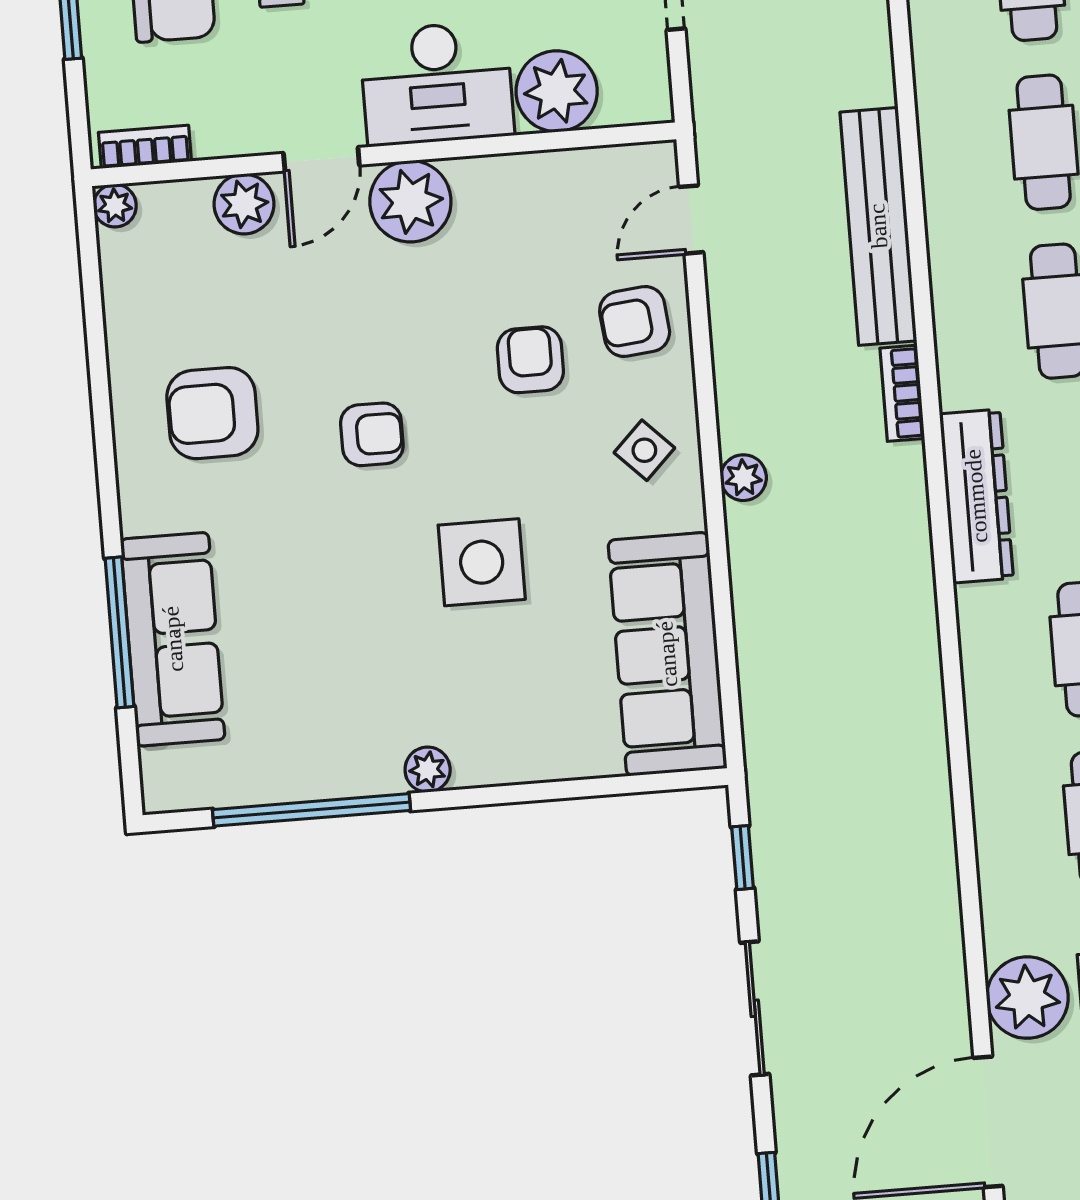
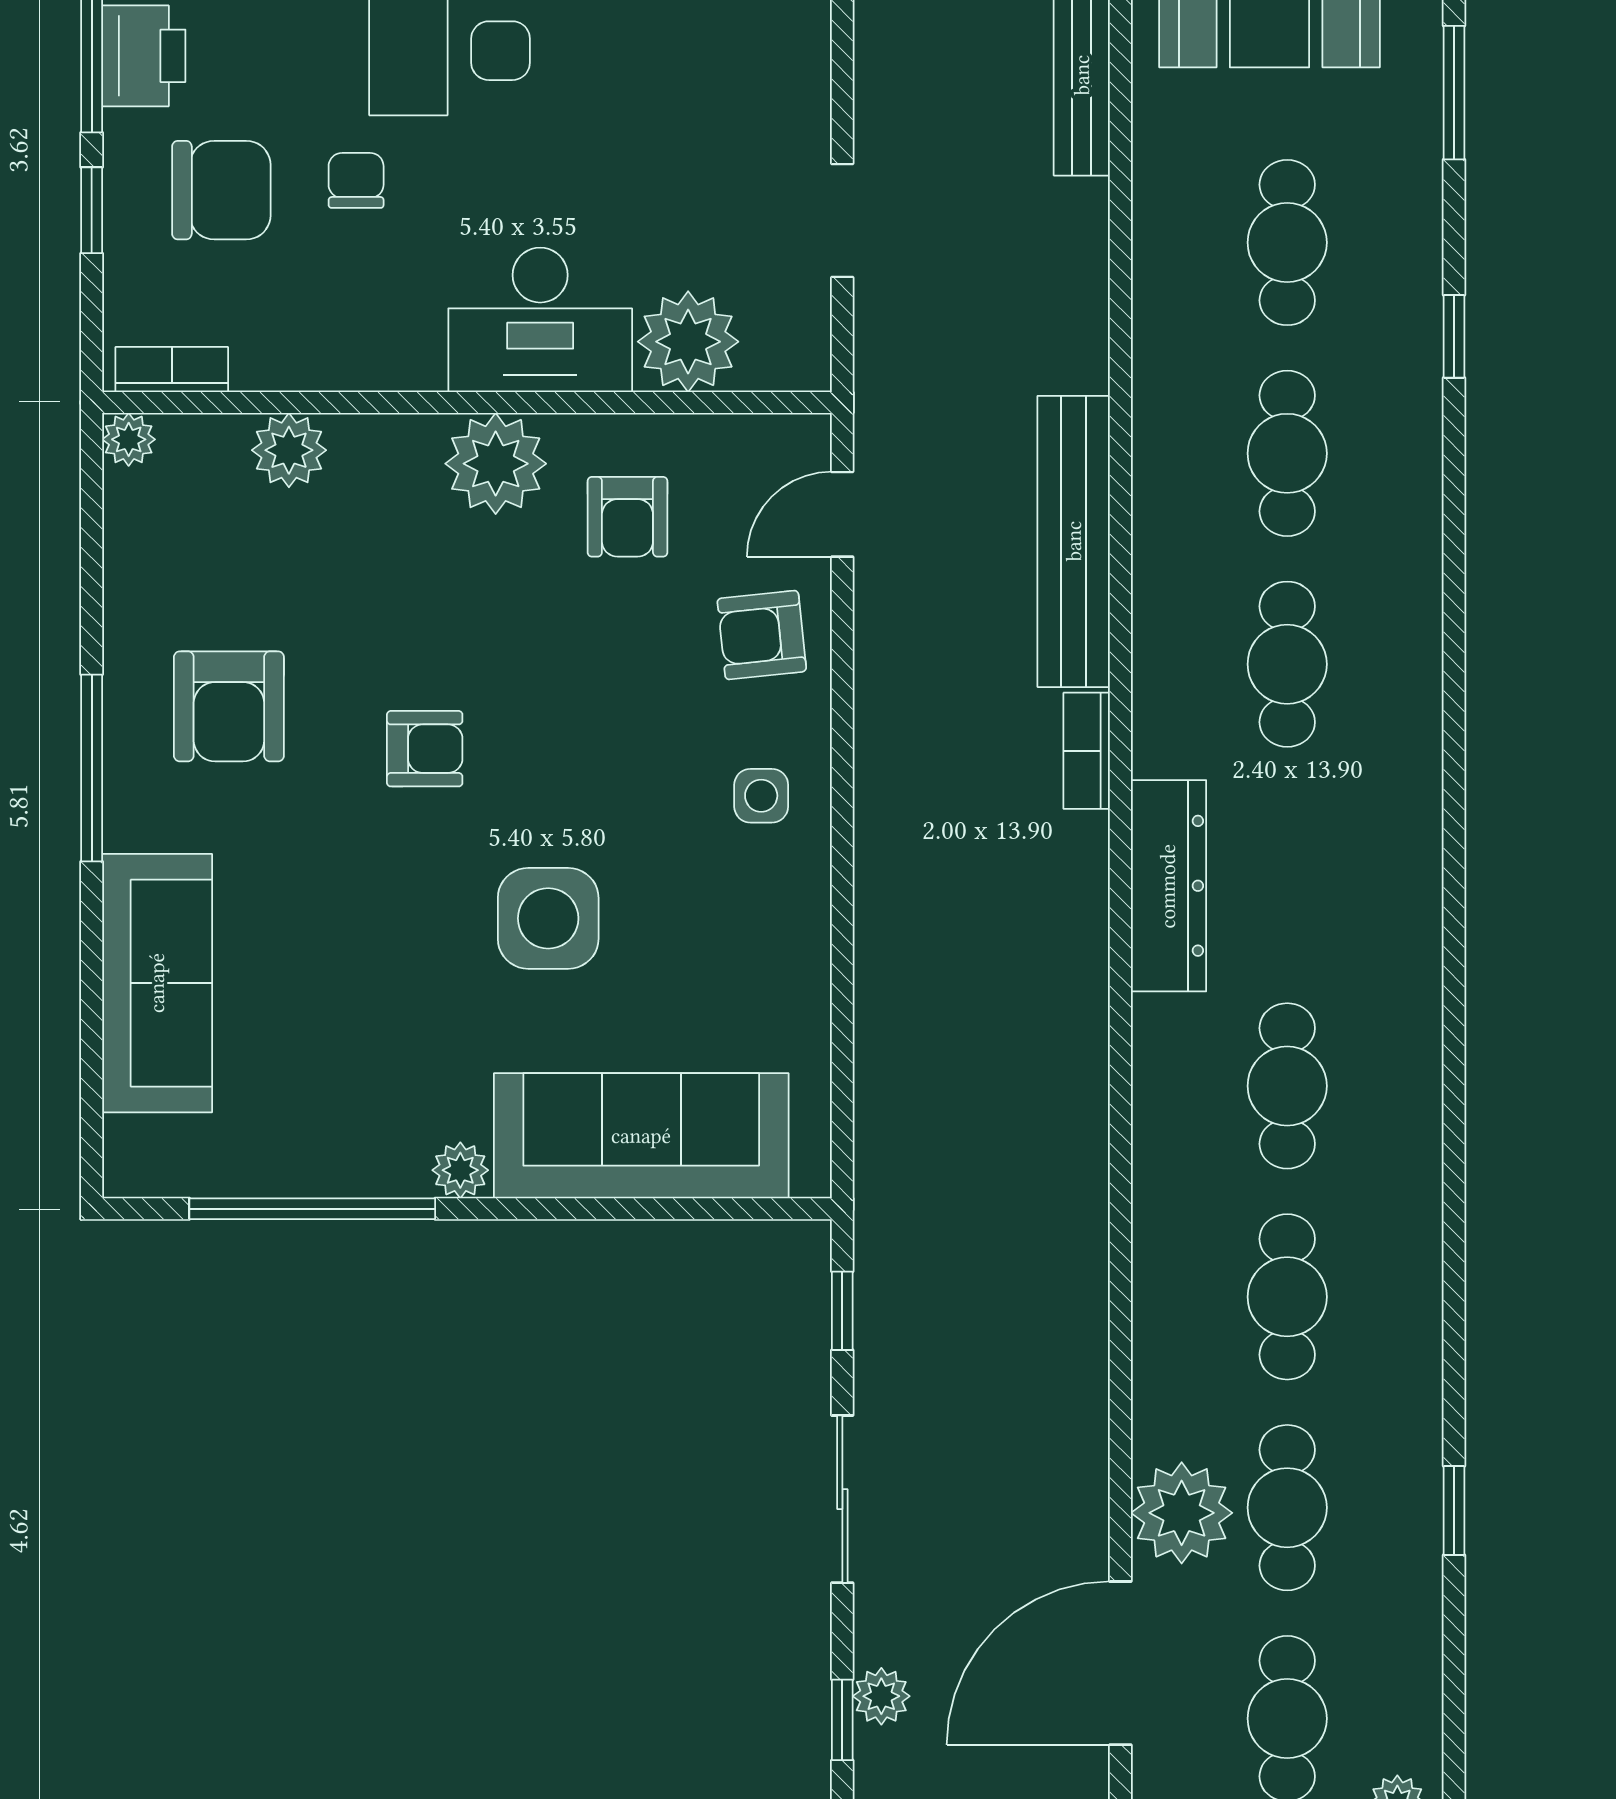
door: (321, 159) -> (389, 402), removed
armchair: (530, 360) -> (627, 517), moved, turned 180
armchair: (212, 413) -> (229, 706), turned -90
side table: (644, 450) -> (761, 796), turned 45
plant: (743, 478) -> (881, 1696), moved
window: (119, 632) -> (92, 768), moved
sofa: (667, 654) -> (641, 1136), moved, turned 90

